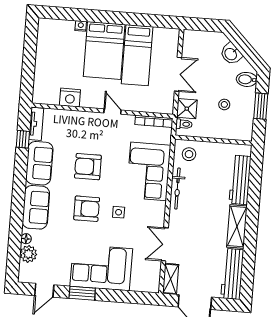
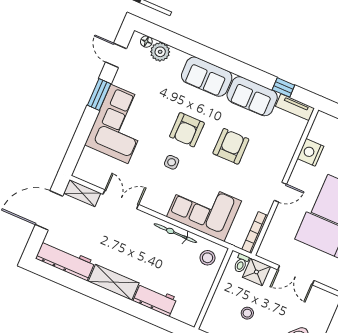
workbench: (240, 180) -> (155, 299), width x0.73
floor lamp: (26, 239) -> (146, 42), moved

